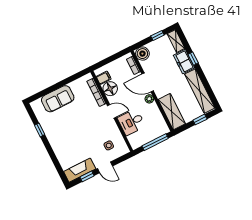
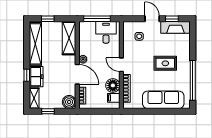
sofa: (58, 99) -> (163, 100), width x1.36
desk: (131, 122) -> (106, 32), moved, turned -90
window: (40, 130) -> (193, 80), width x3.17
rug: (73, 133) -> (165, 63), added

